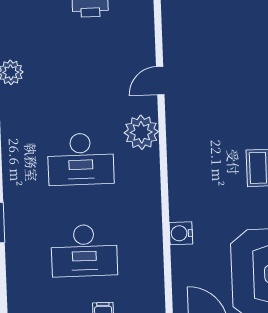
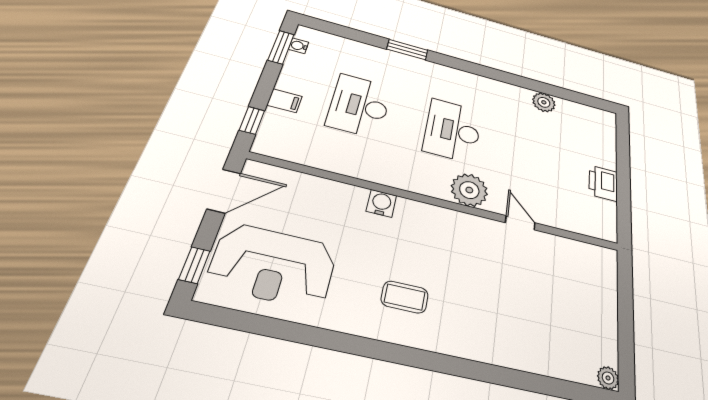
water cooler: (181, 233) -> (381, 203), moved

